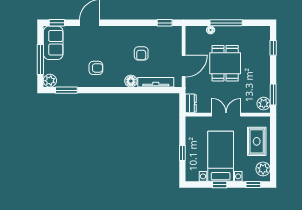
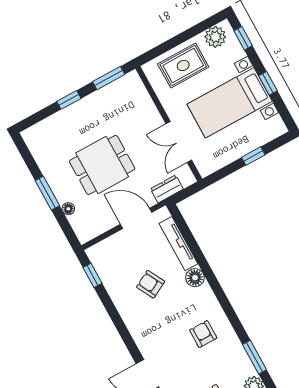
window: (226, 23) -> (47, 193), width x0.69
window: (273, 48) -> (69, 100), moved
armchair: (141, 53) -> (151, 284), turned -118
dresser: (191, 103) -> (167, 189), moved
plant: (264, 104) -> (128, 84), removed
double door: (226, 115) -> (179, 142), moved

